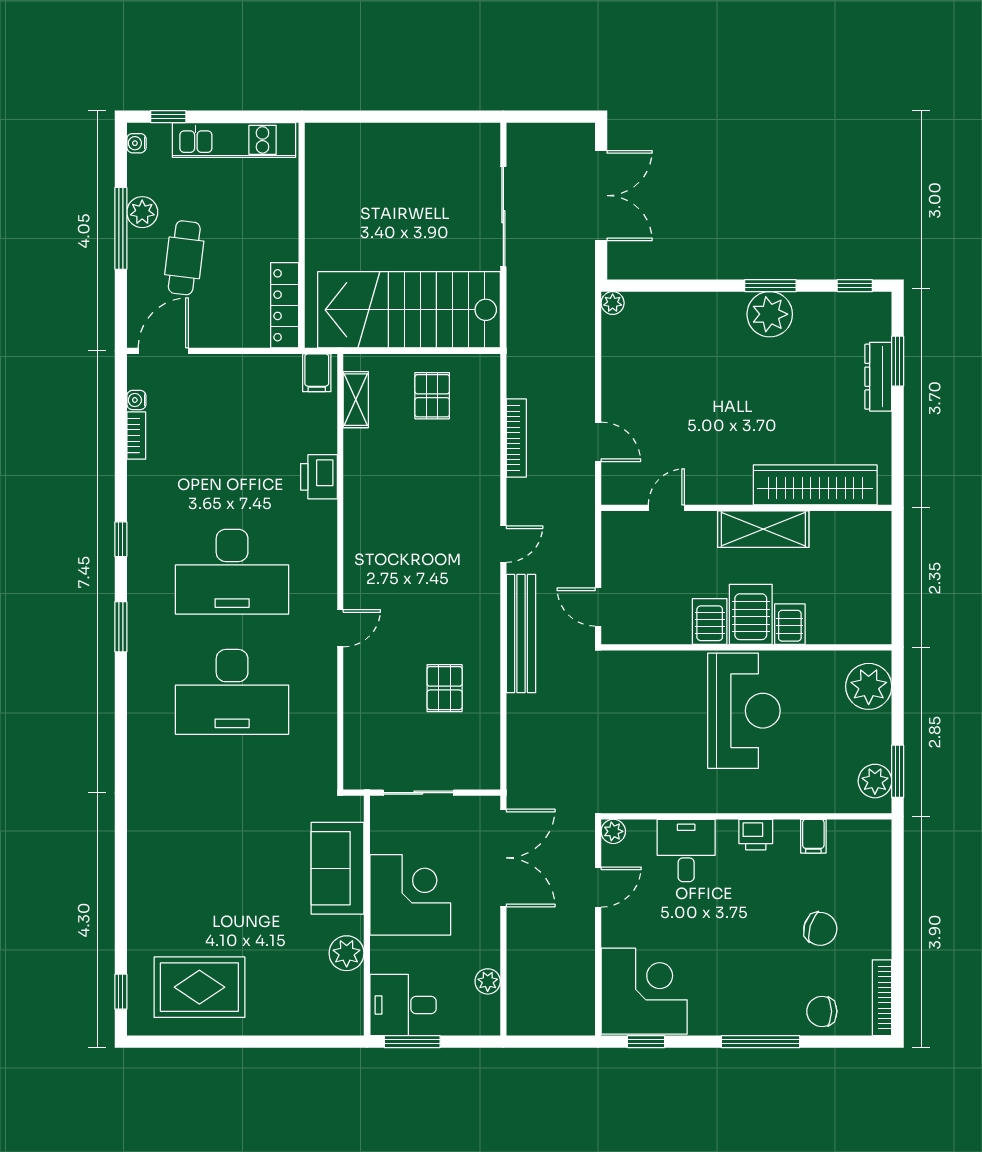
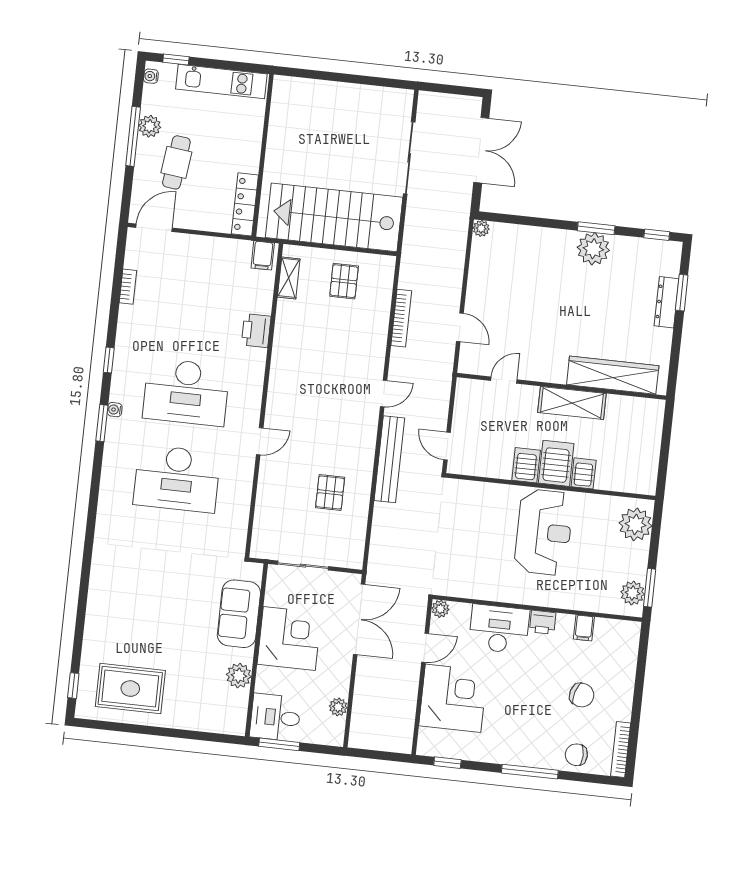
water cooler: (136, 400) -> (115, 410), moved
desk: (686, 850) -> (499, 629), width x1.37
corner desk: (644, 991) -> (453, 698), moved

